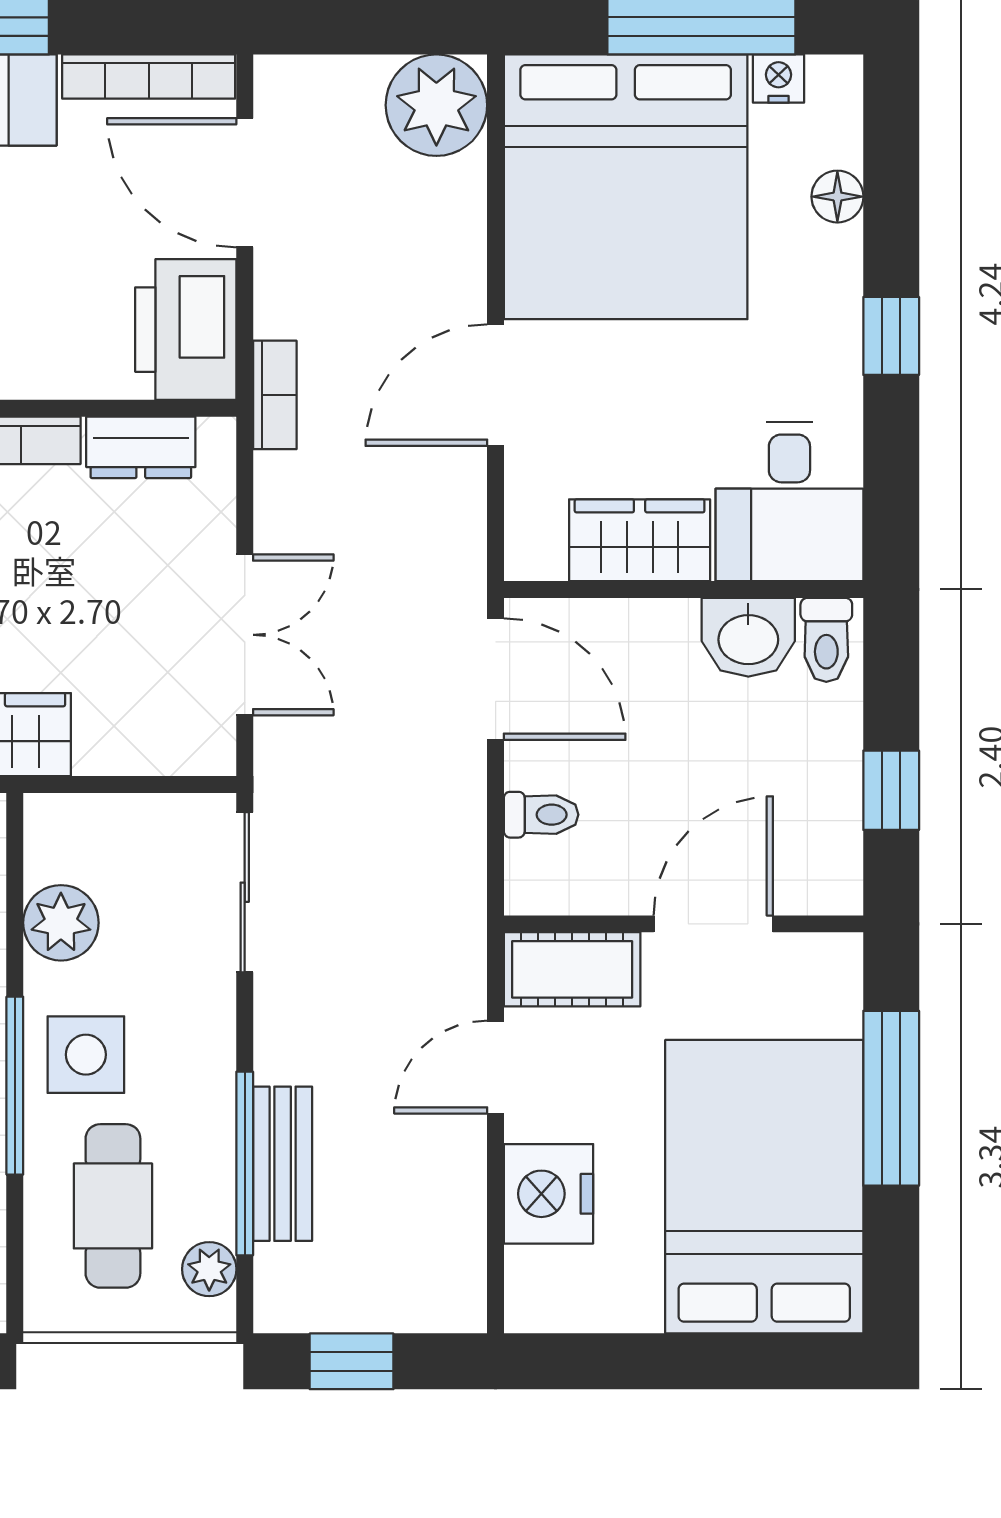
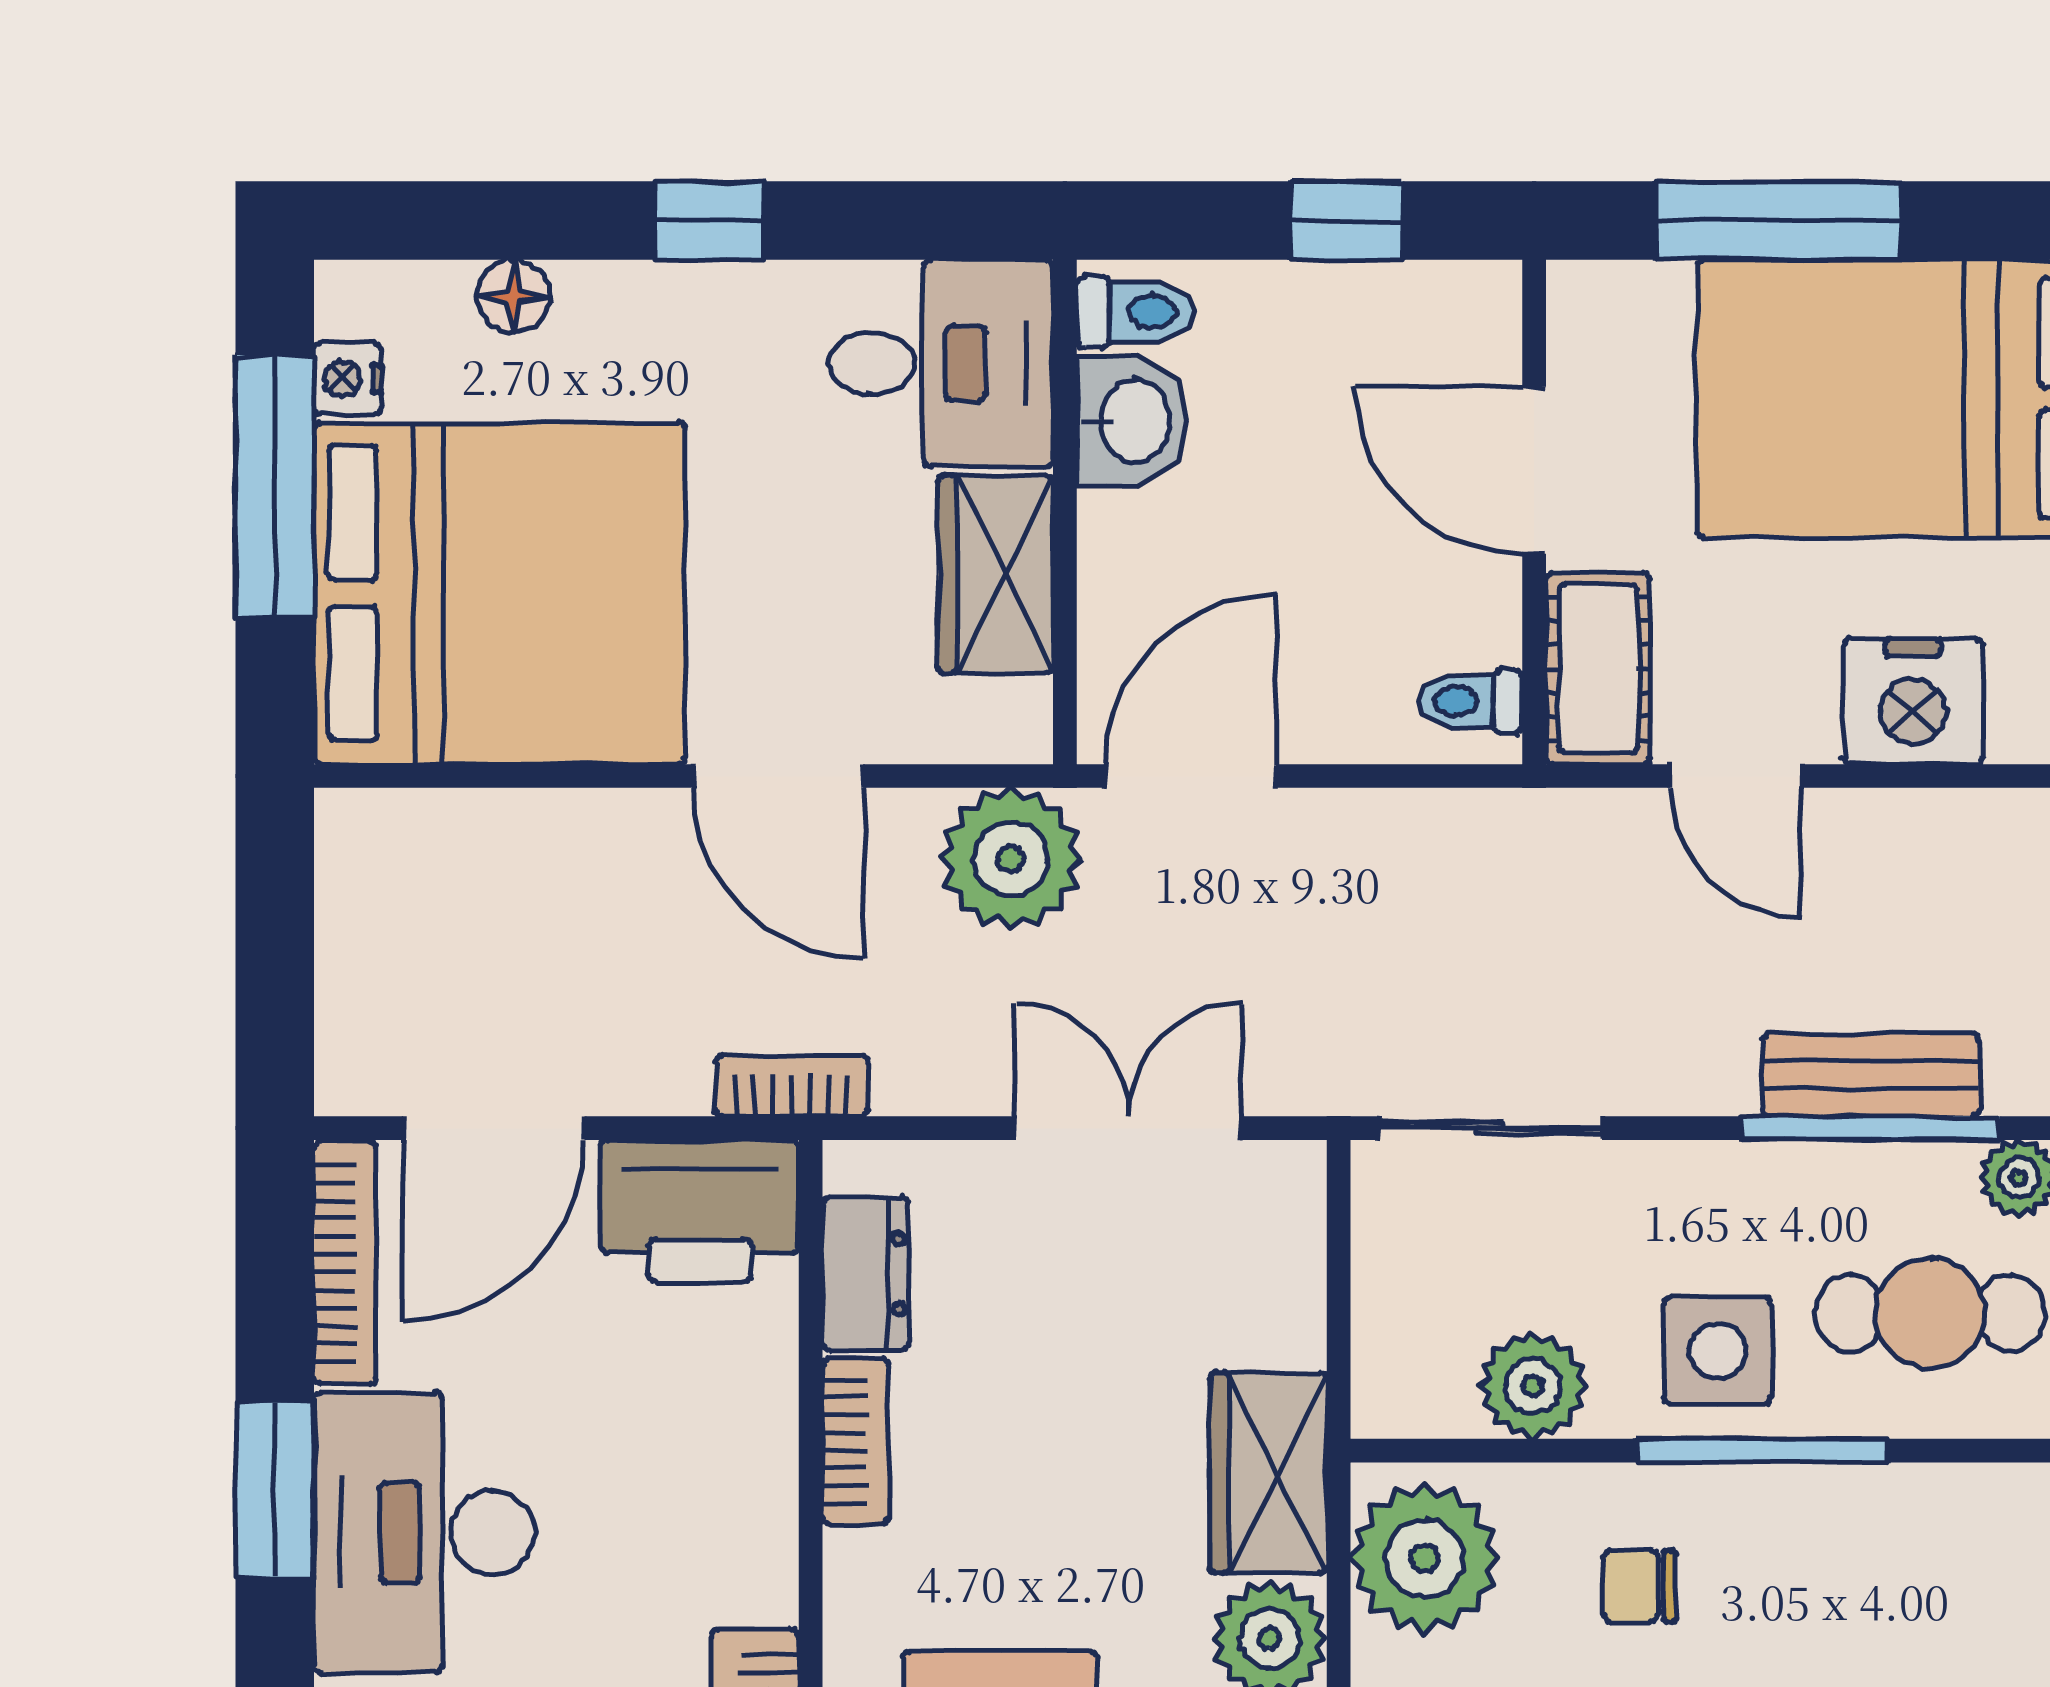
plant: (436, 105) -> (1011, 859), moved
toilet: (541, 815) -> (1470, 701), moved, turned -90

